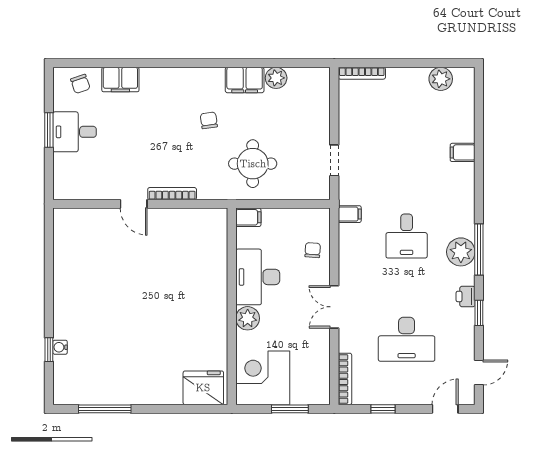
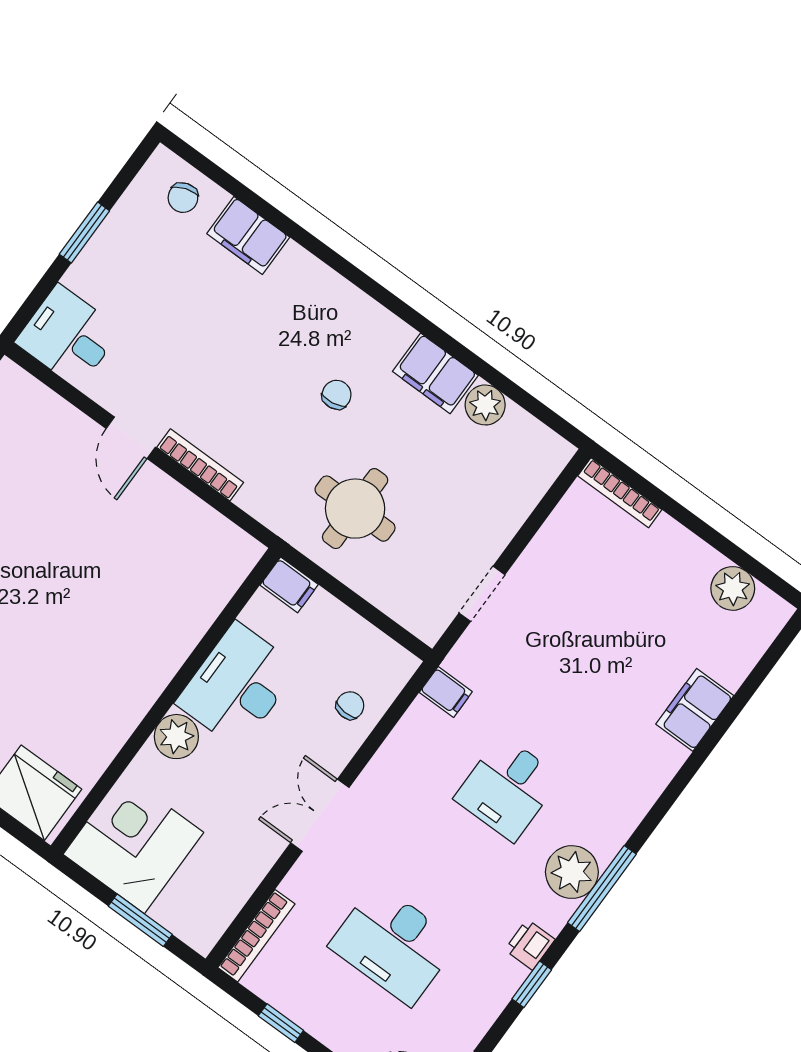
desk: (75, 132) -> (68, 336), moved
filing cabinet: (463, 152) -> (695, 710), width x2.00

